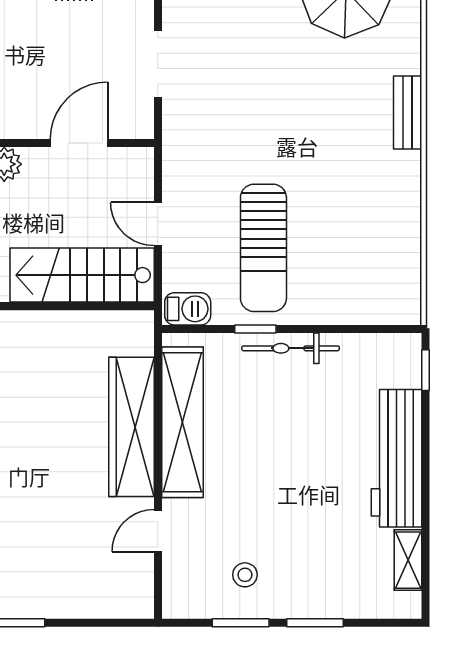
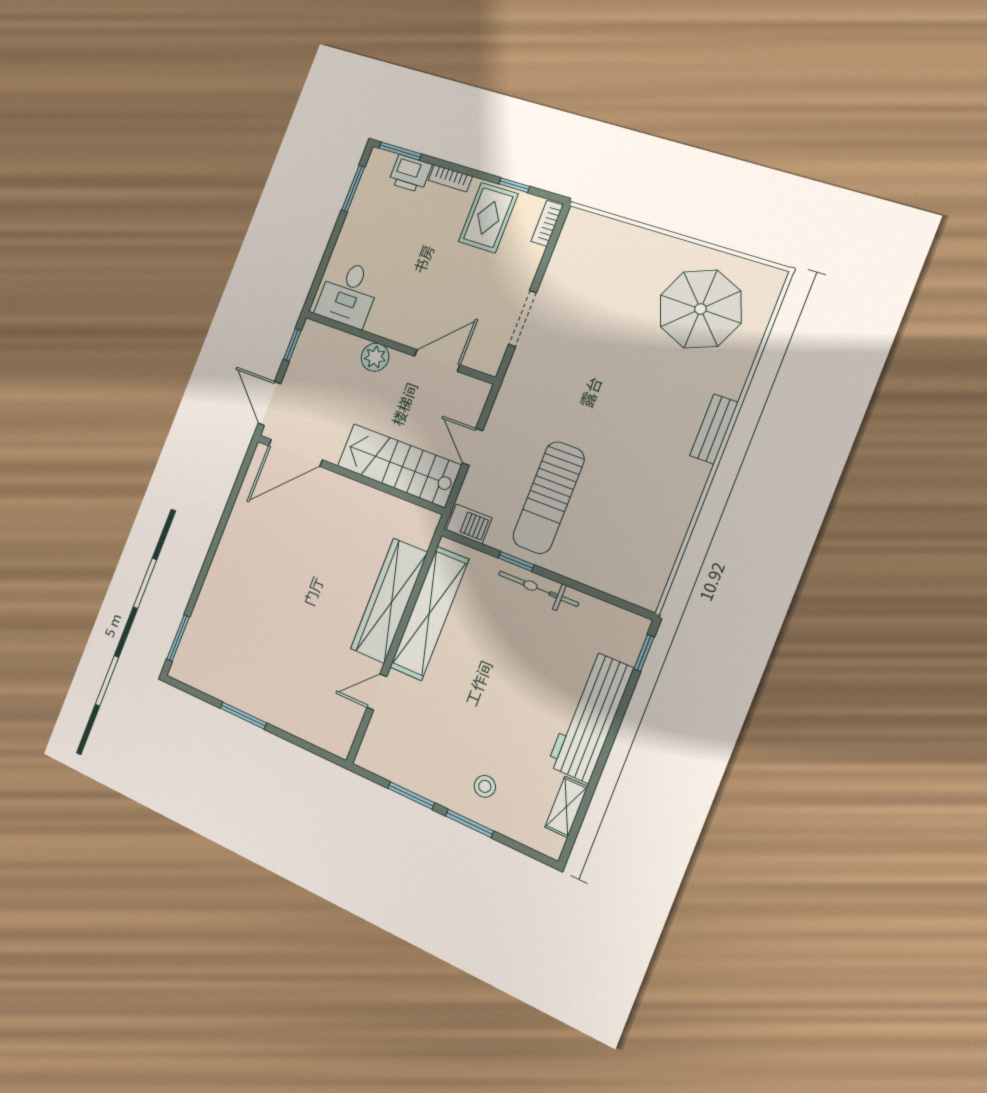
stool: (245, 575) -> (485, 786), moved

